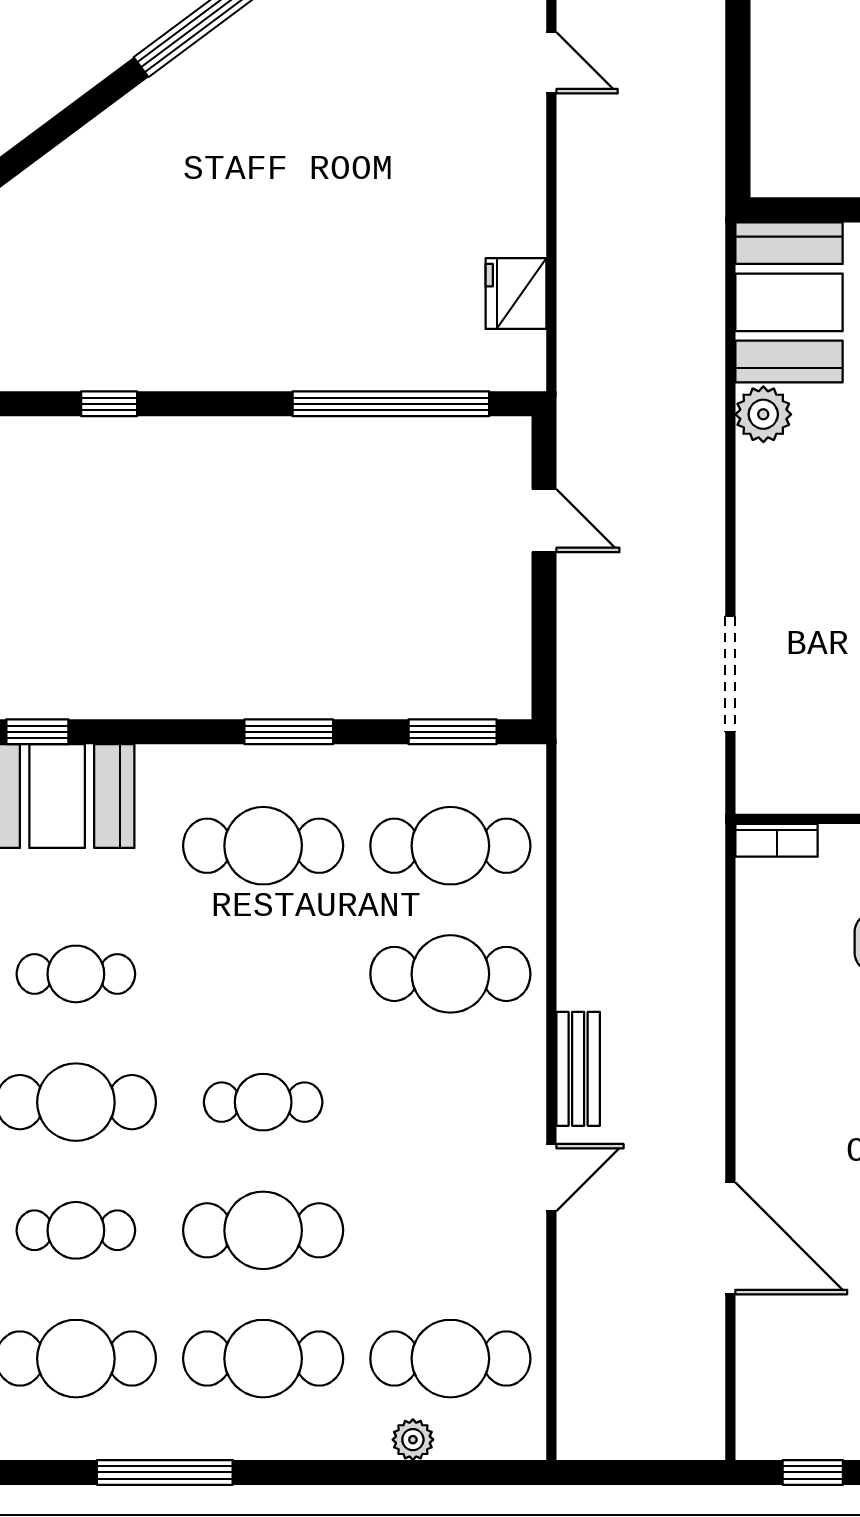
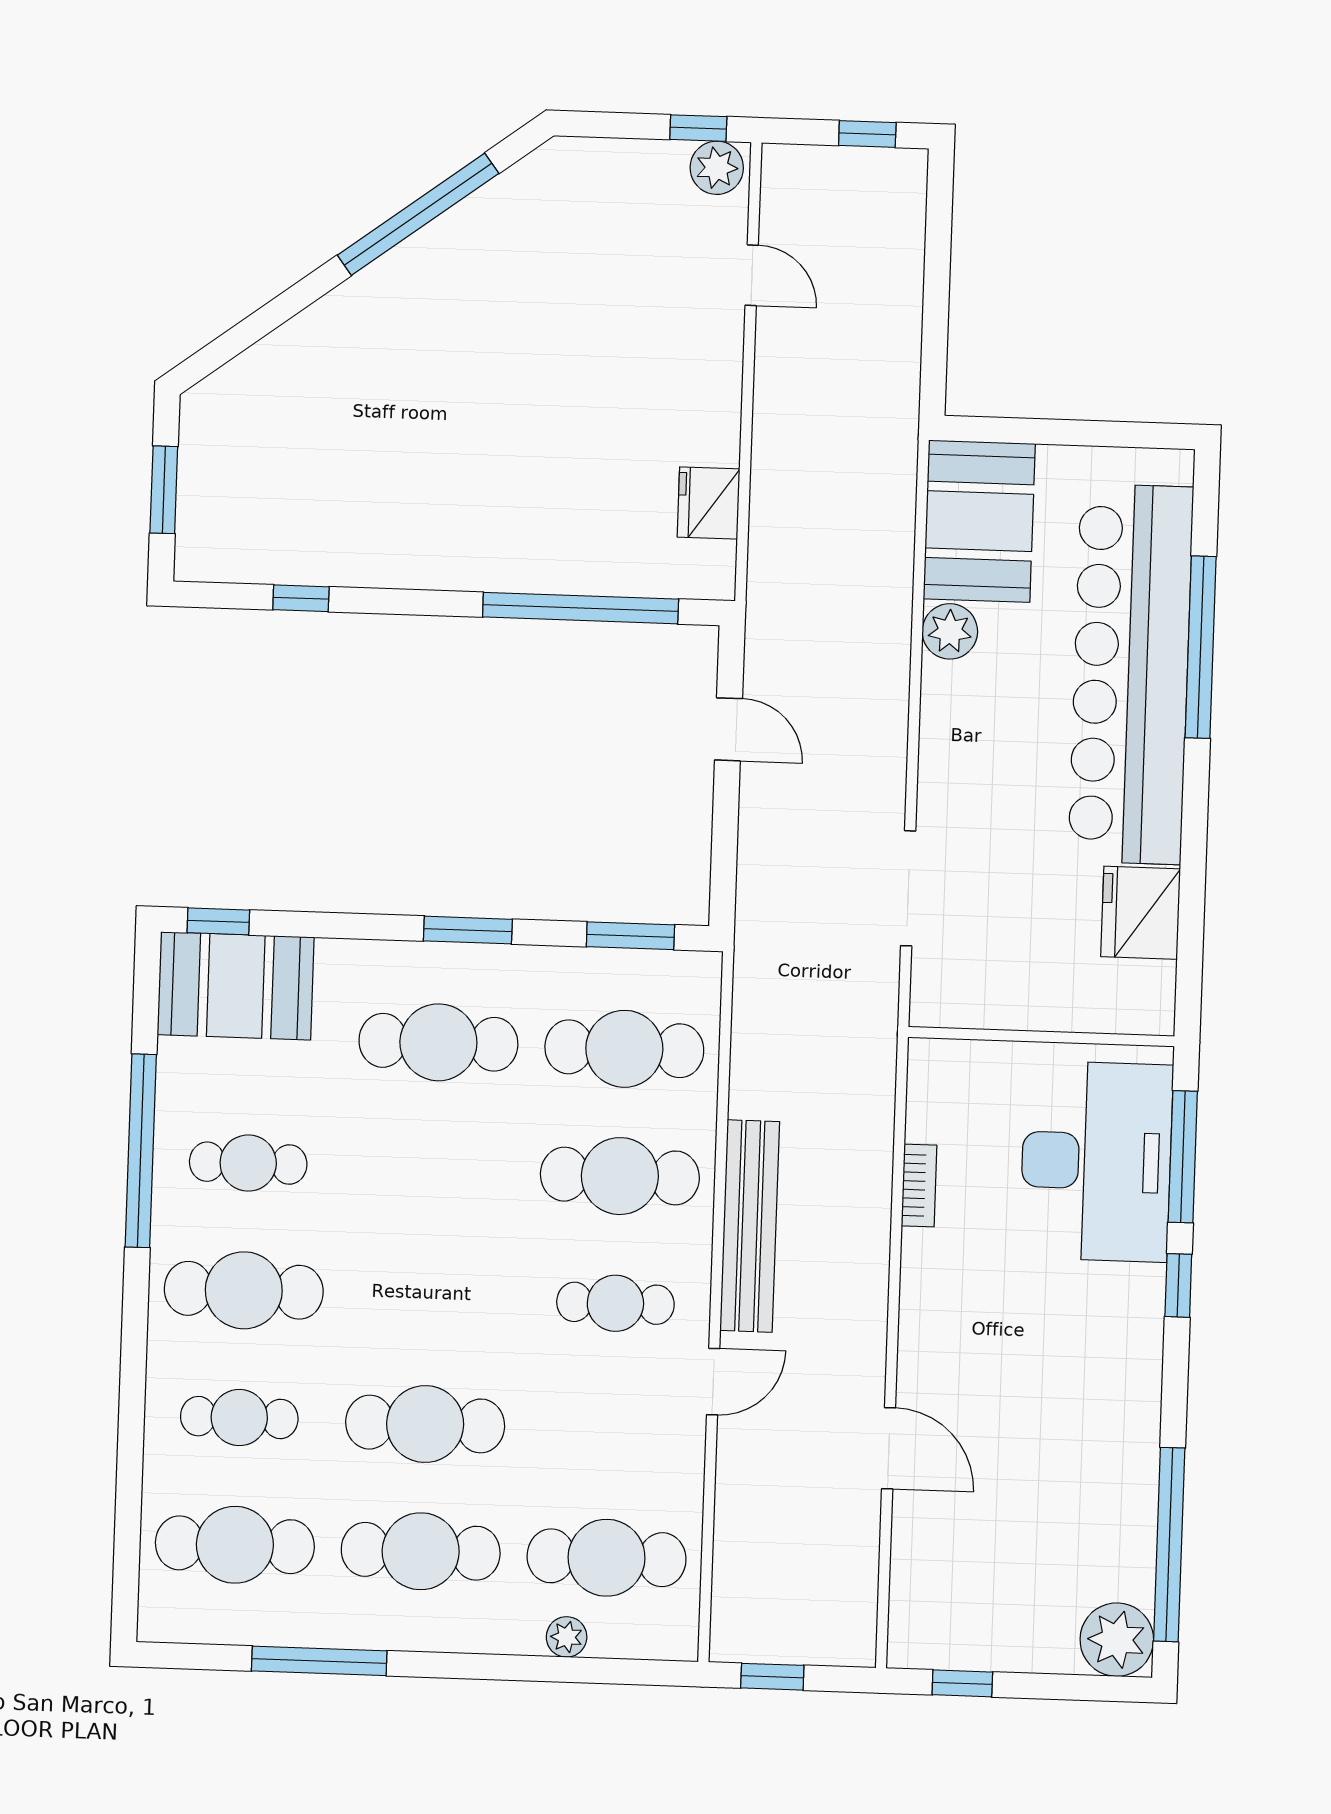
bookcase: (777, 840) -> (919, 1185), moved, turned -90
bench: (578, 1069) -> (750, 1226), width x1.86, depth x1.21
cafe table: (263, 1102) -> (615, 1303), moved
door: (730, 1238) -> (889, 1448), width x0.73
window: (621, 1472) -> (772, 1677), added

